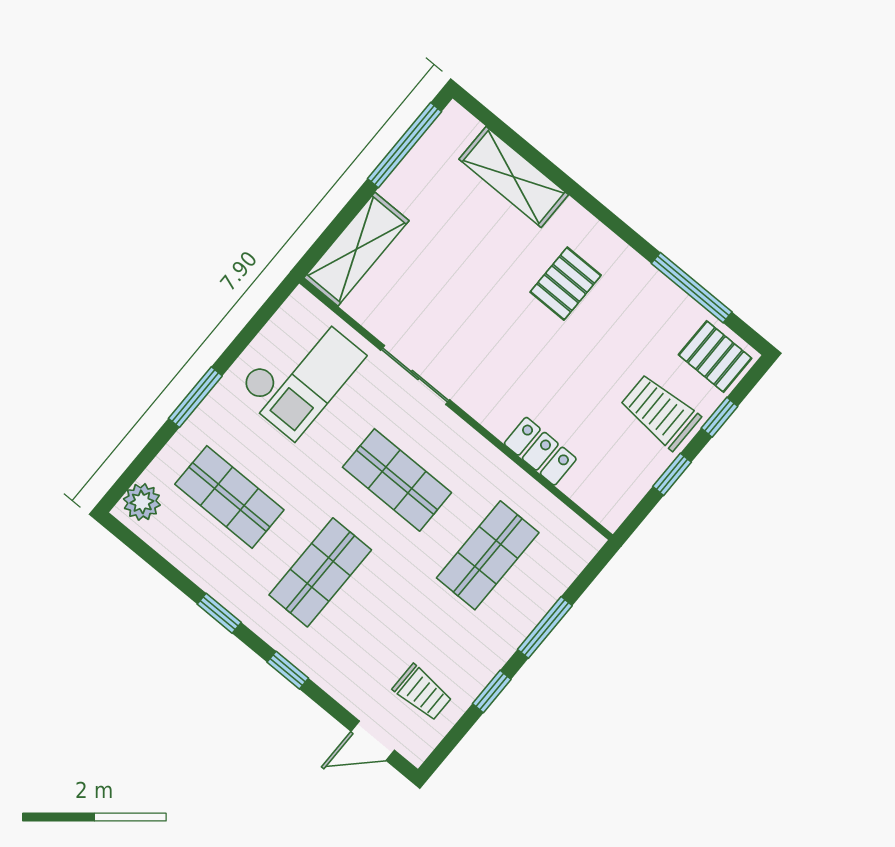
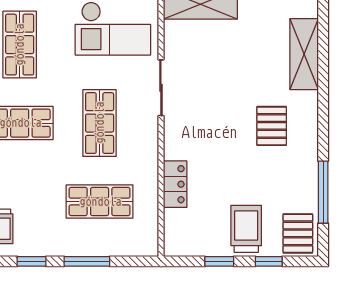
pallet: (566, 284) -> (272, 126), turned 90

